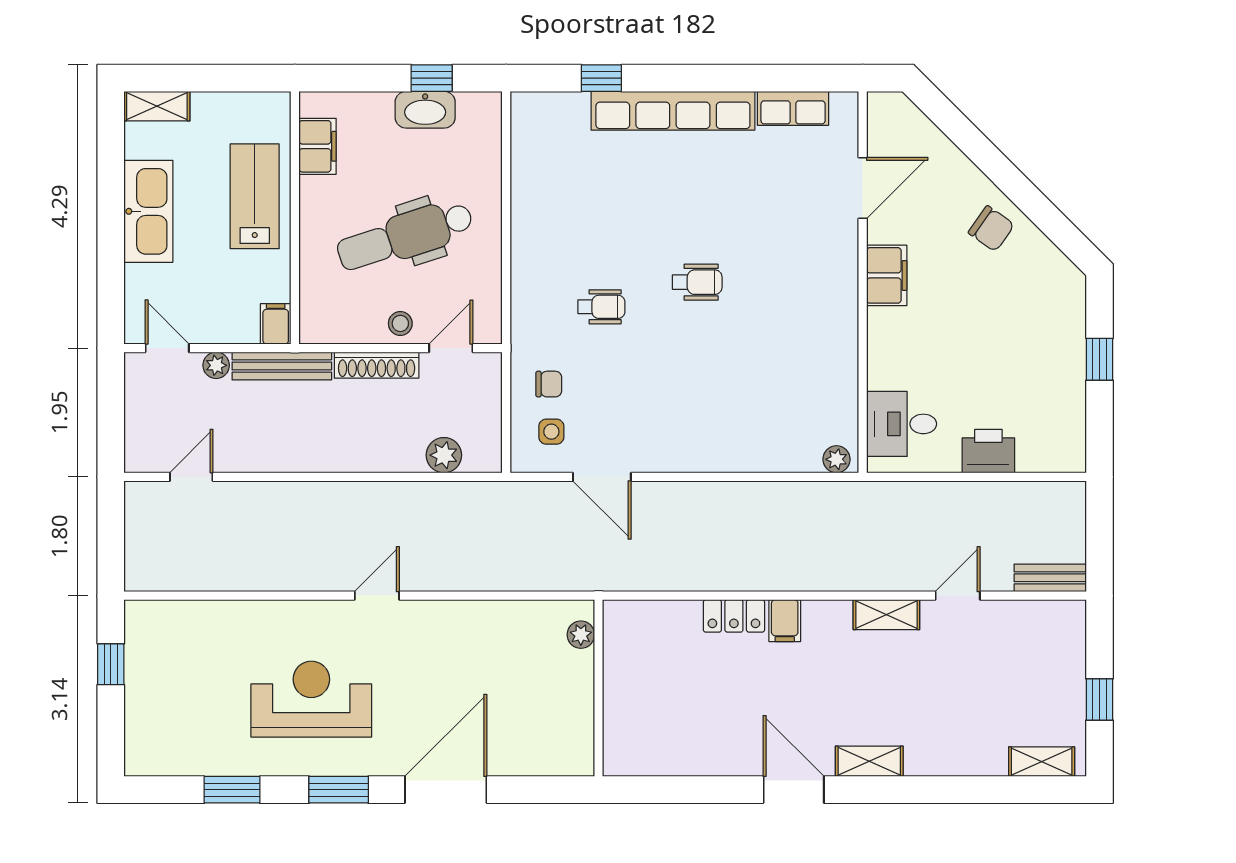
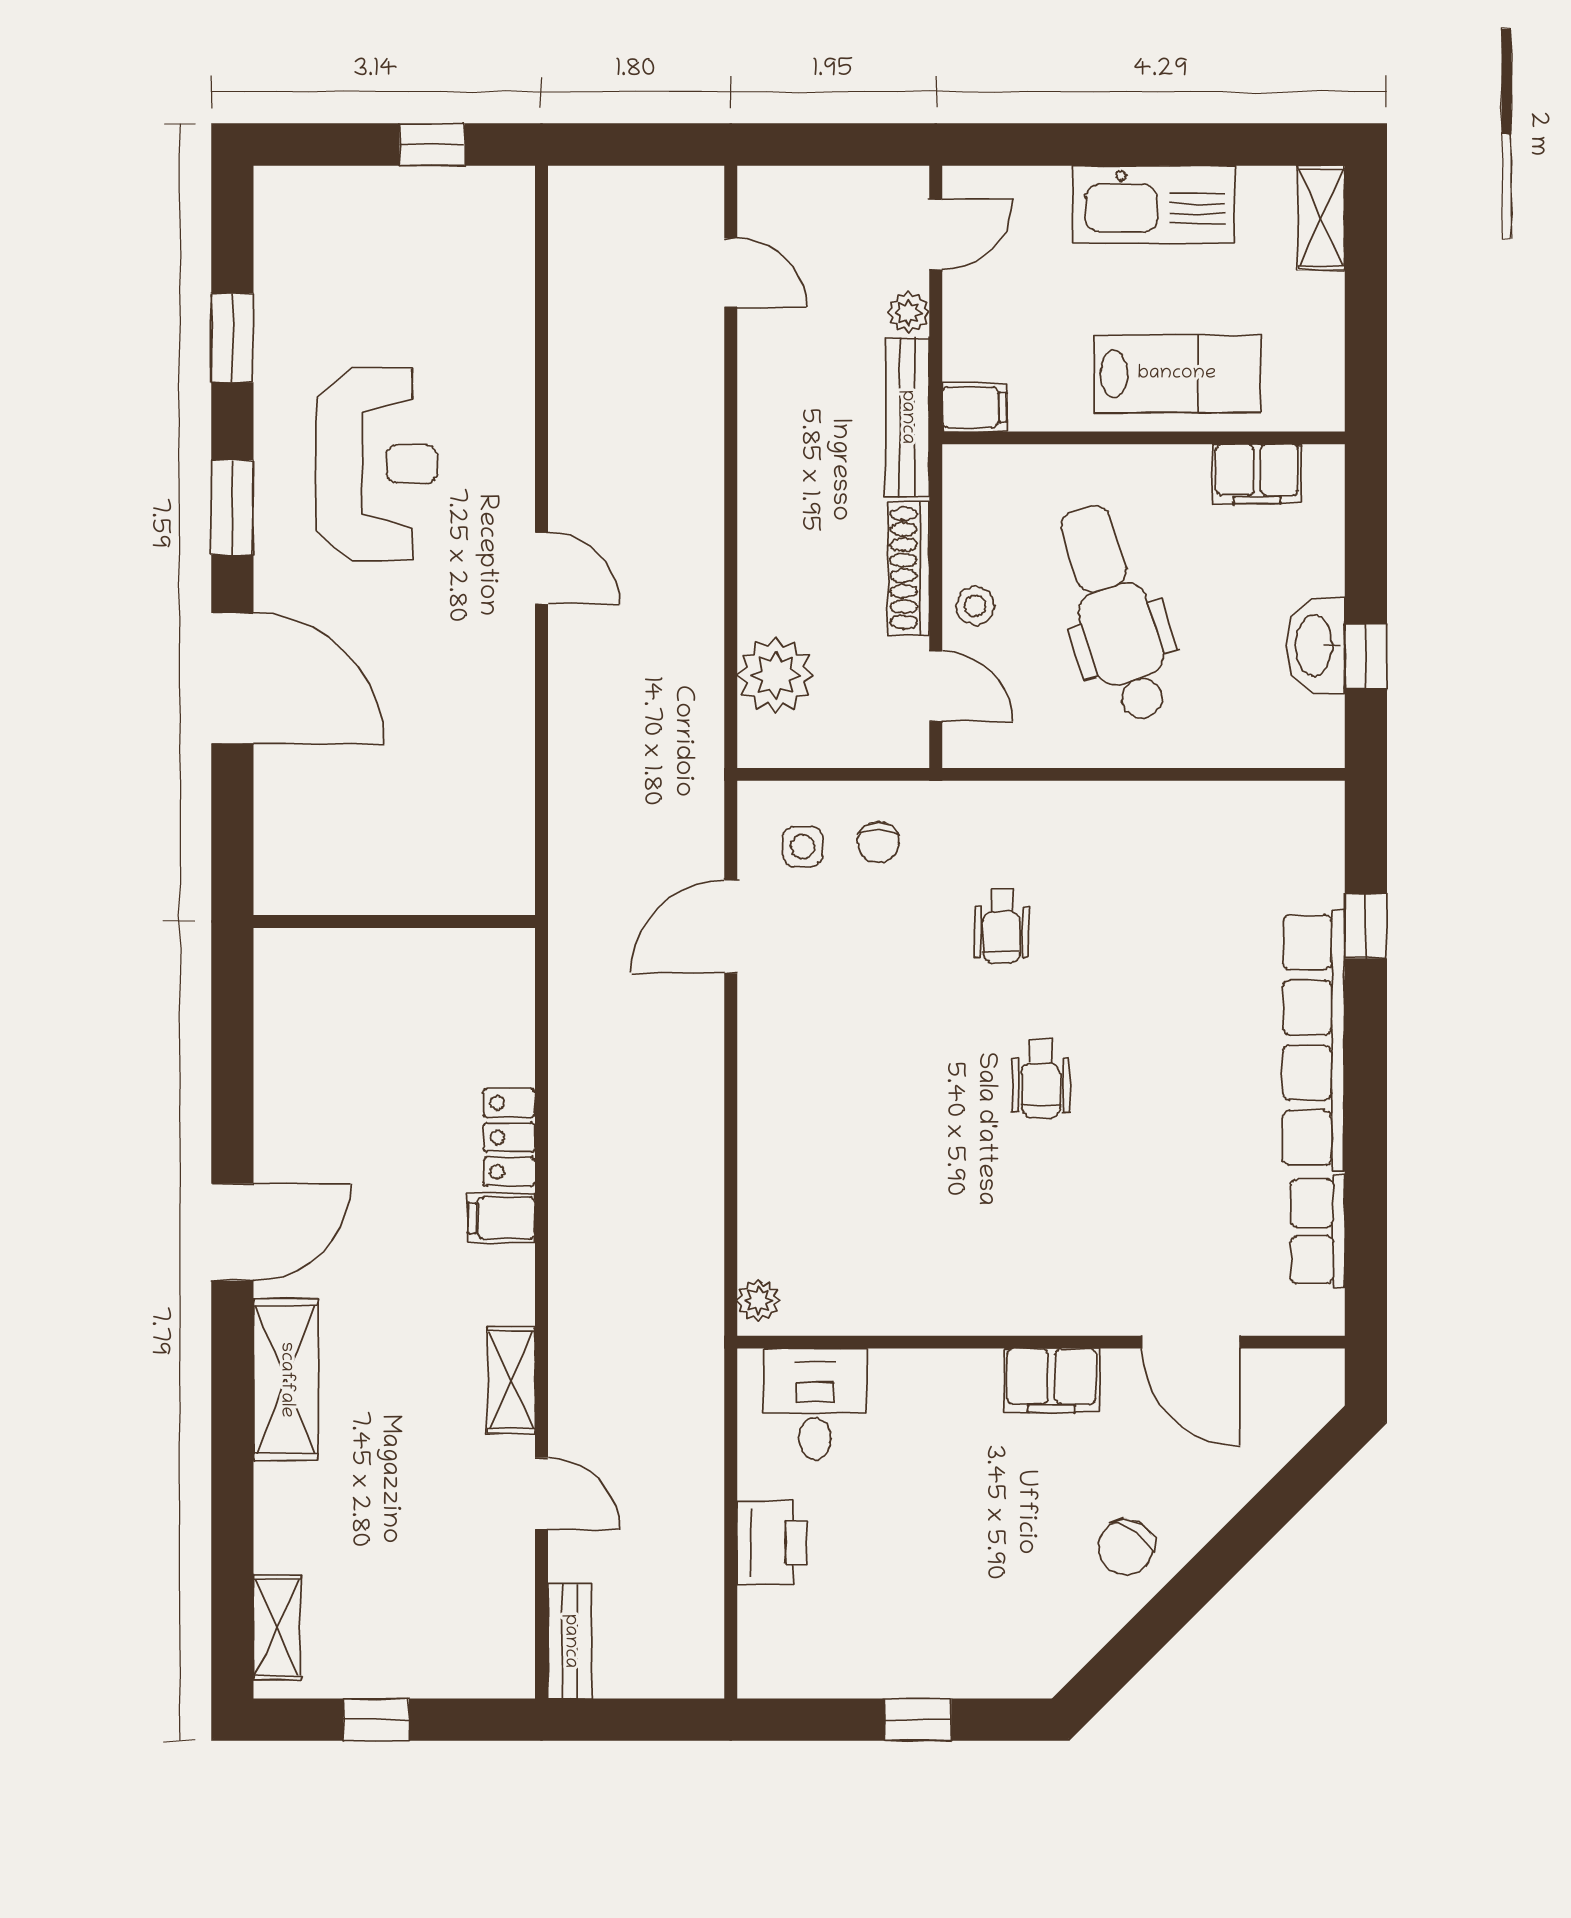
plant: (444, 455) -> (775, 675), width x1.36, depth x1.36
plant: (581, 635) -> (479, 893), removed
shelving: (869, 761) -> (286, 1380), width x1.50, depth x1.33

